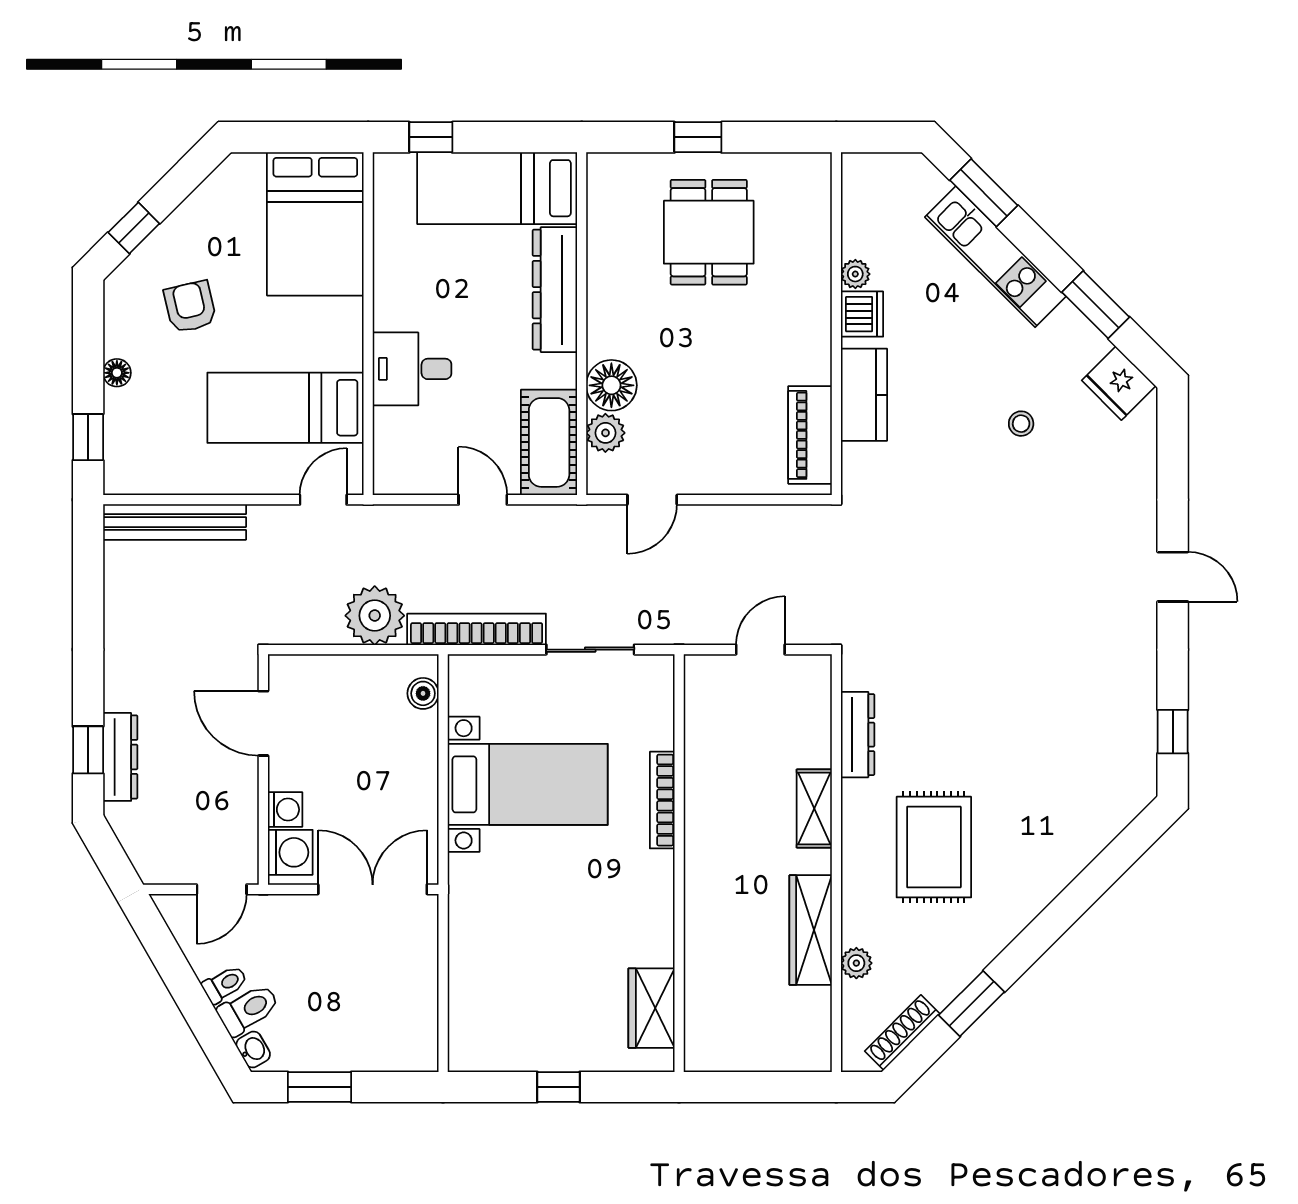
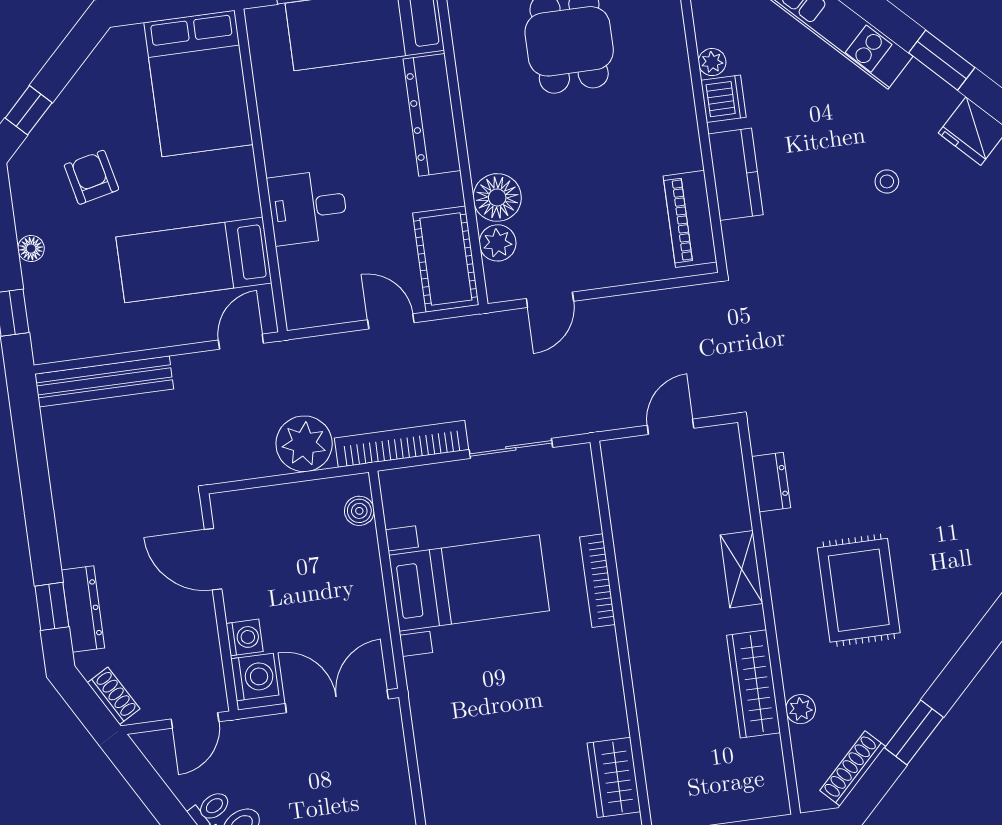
dresser: (858, 735) -> (771, 482), width x0.70
shoe rack: (140, 852) -> (114, 696), added

